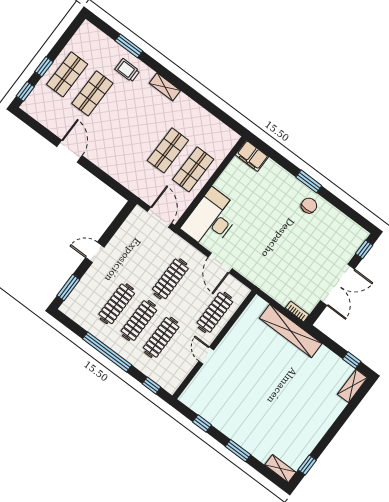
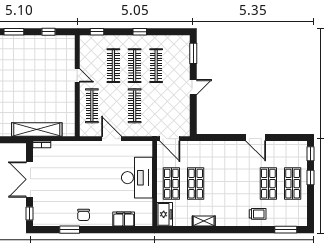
window: (129, 46) -> (286, 230), moved
shelving: (165, 87) -> (204, 221), moved
freezer: (224, 143) -> (165, 214), added
filing cabinet: (252, 156) -> (124, 219), moved
window: (309, 181) -> (70, 230), moved
desk: (212, 219) -> (137, 178), moved
window: (107, 352) -> (140, 32), width x0.32

